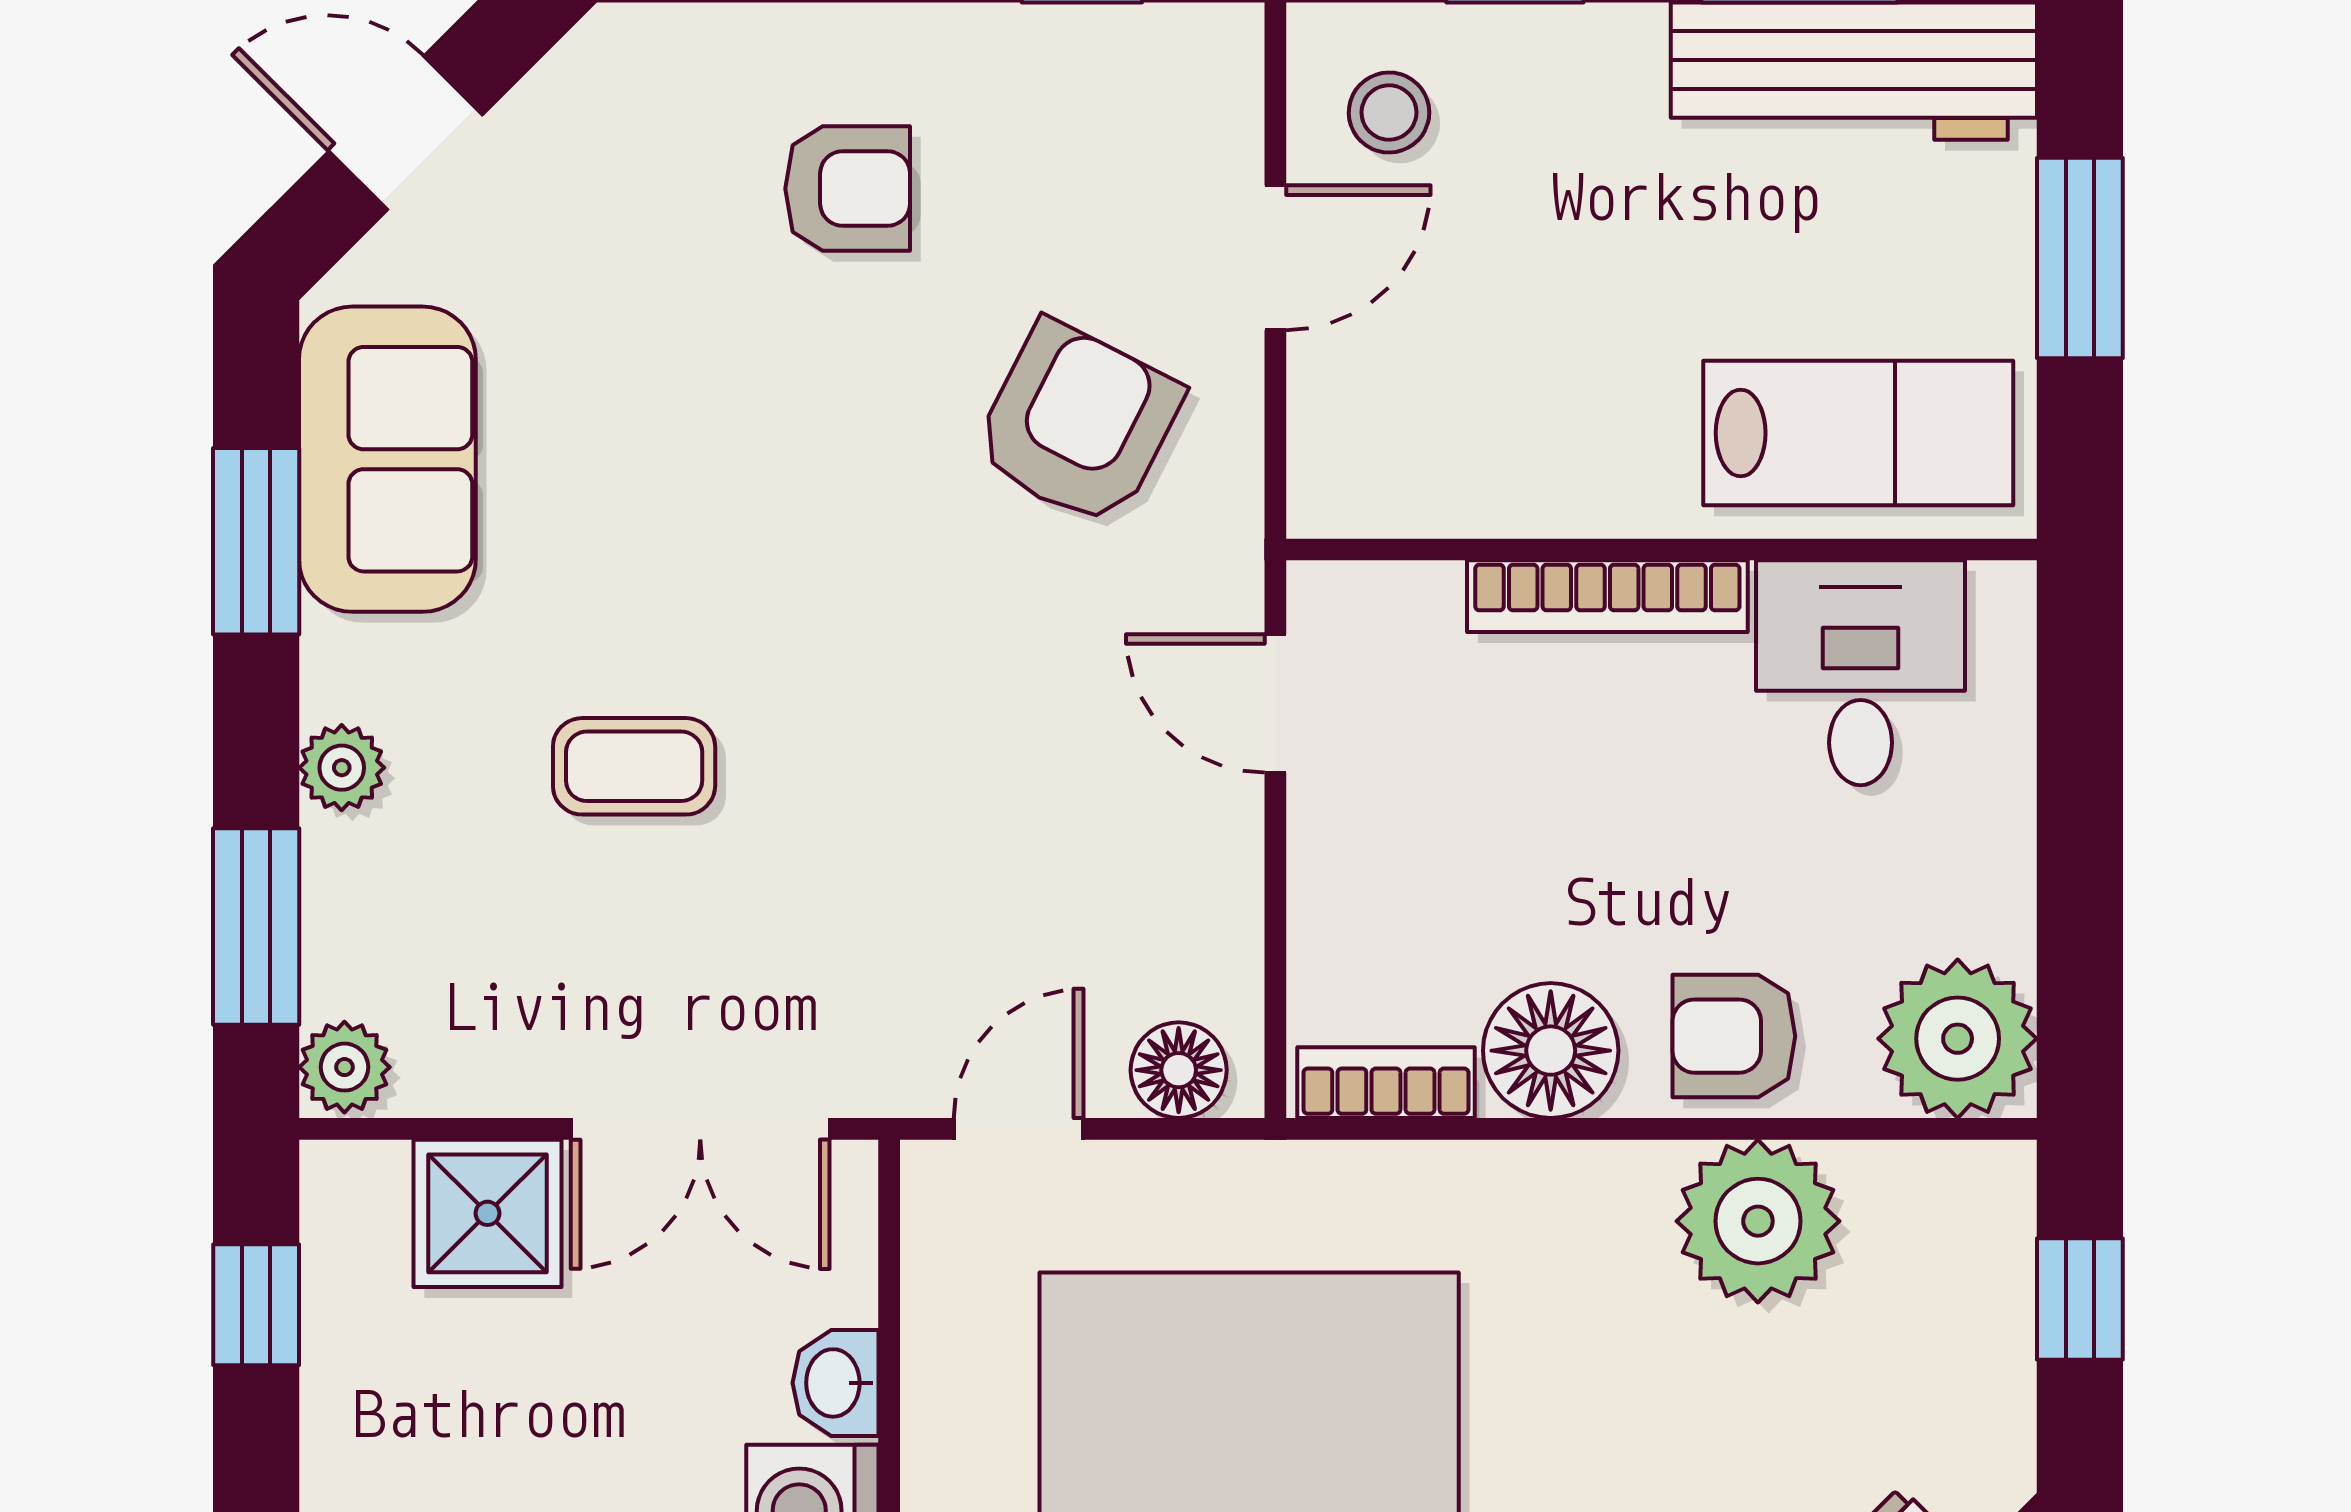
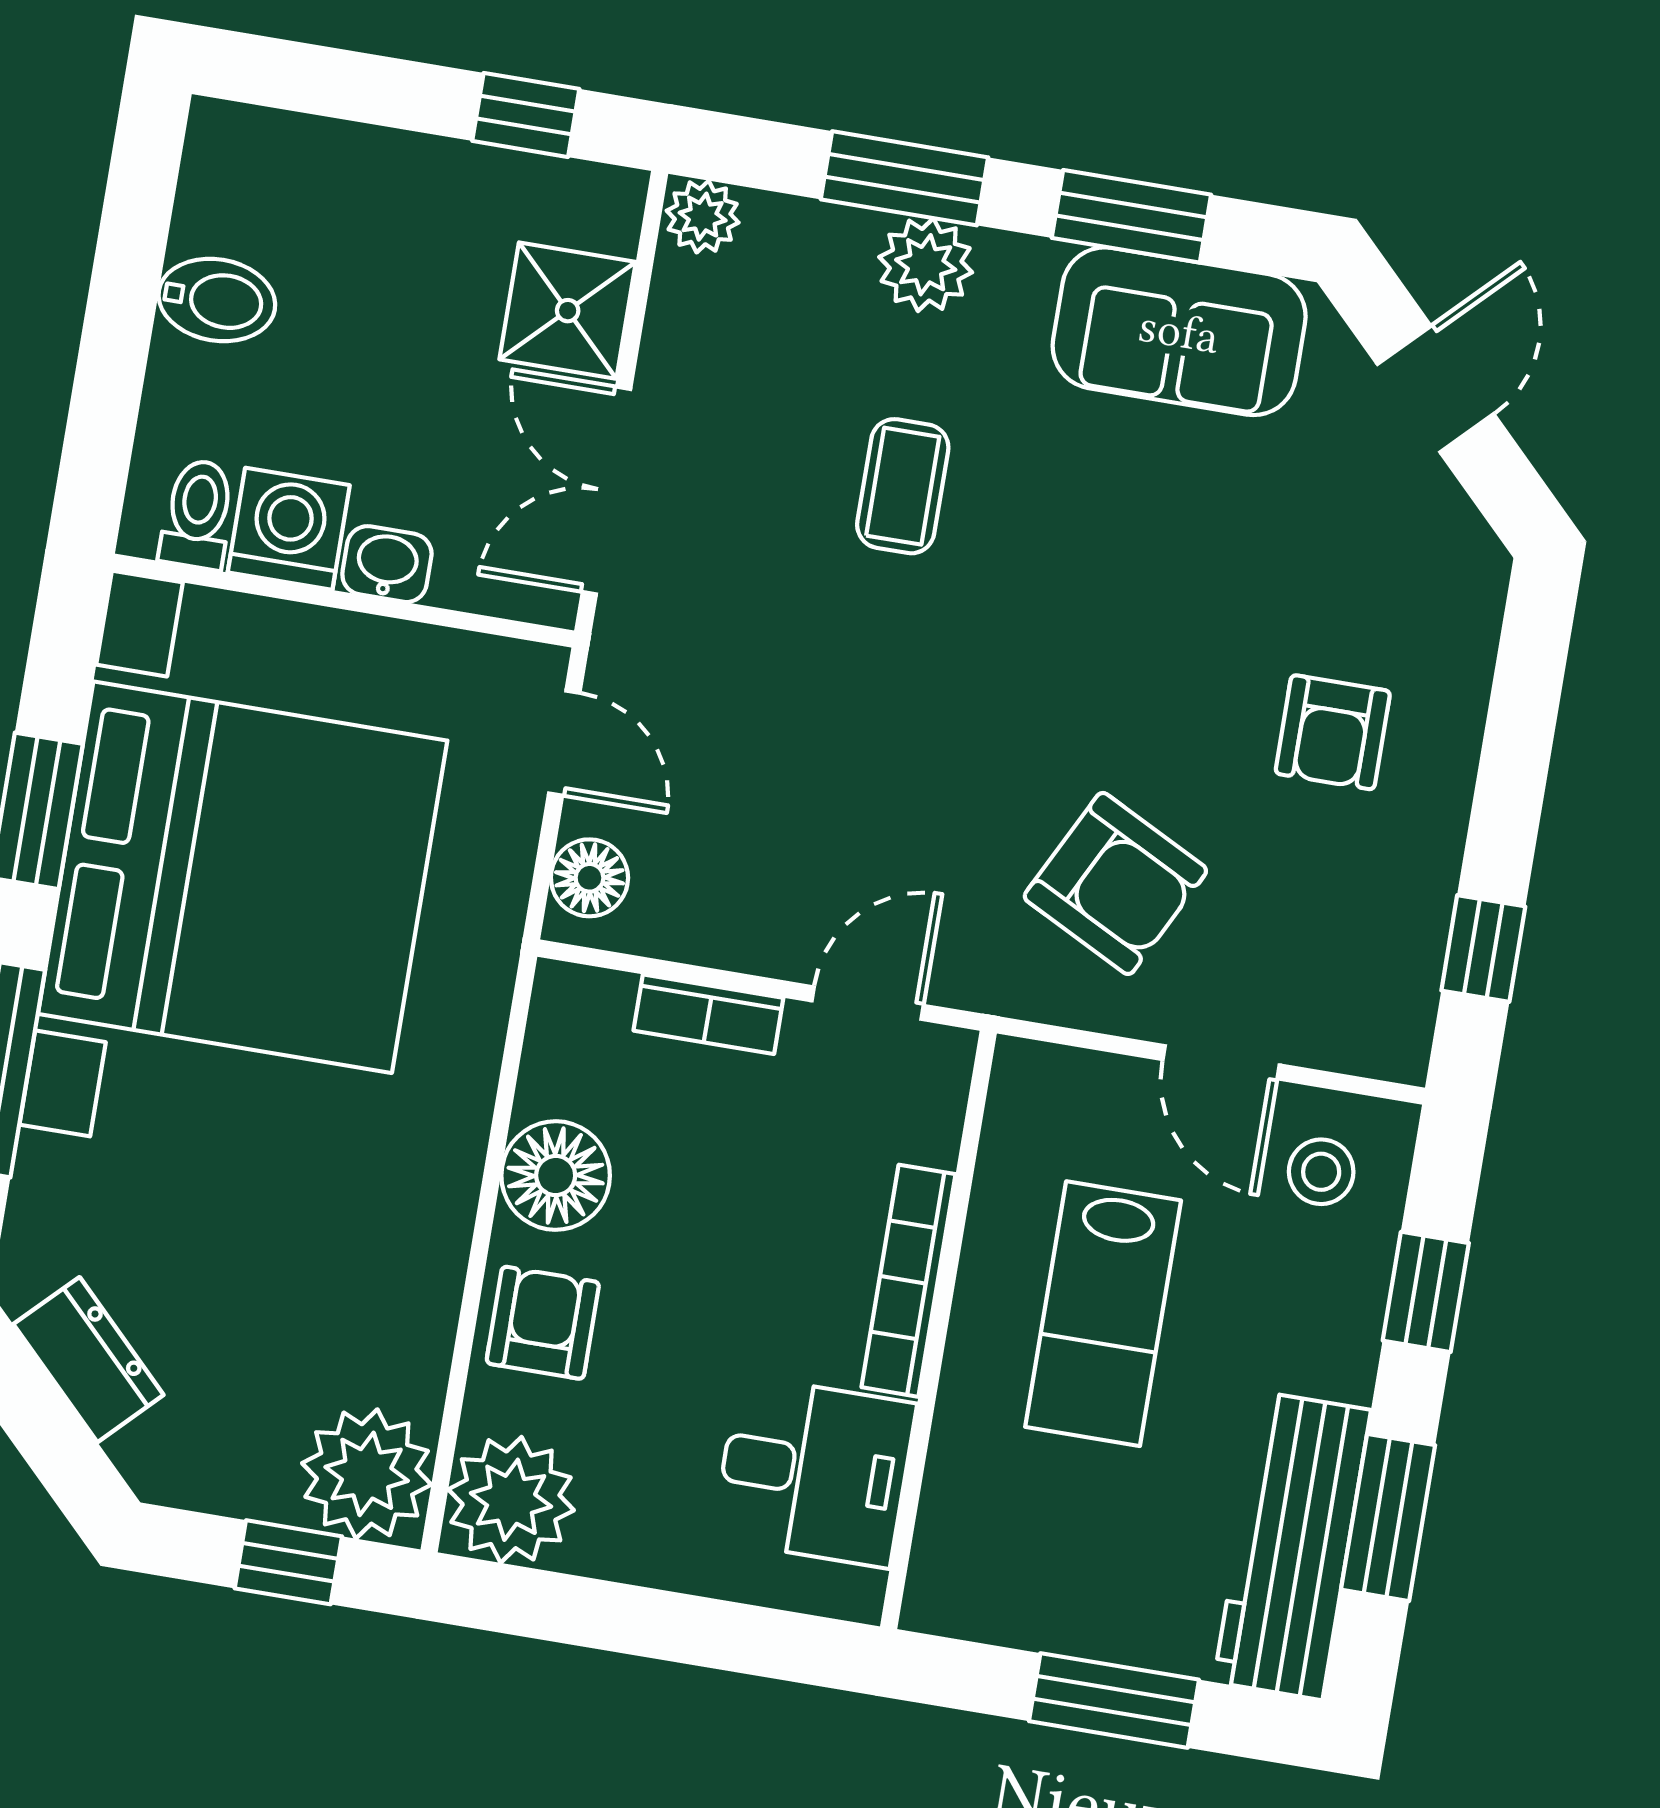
lab bench: (1858, 433) -> (1103, 1314), moved
plant: (342, 768) -> (926, 265), width x1.38, depth x1.38
window: (256, 927) -> (904, 178), moved
bookcase: (1386, 1083) -> (708, 1014), moved, turned 90
plant: (1758, 1221) -> (367, 1474), moved

